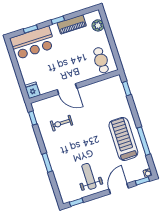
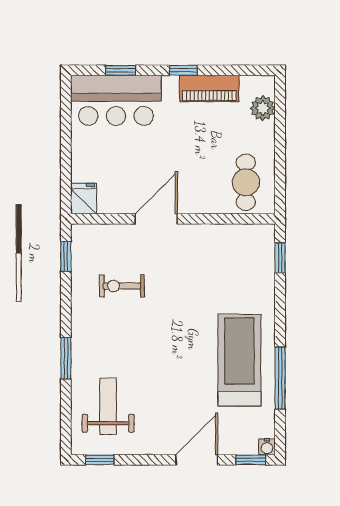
door: (67, 89) -> (156, 219), swing flipped
weight bench: (89, 176) -> (108, 406), moved

